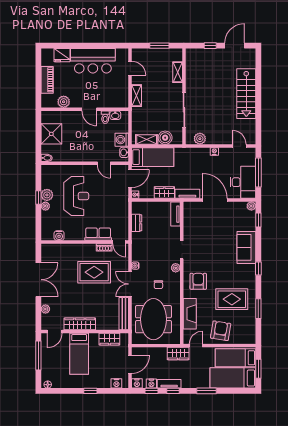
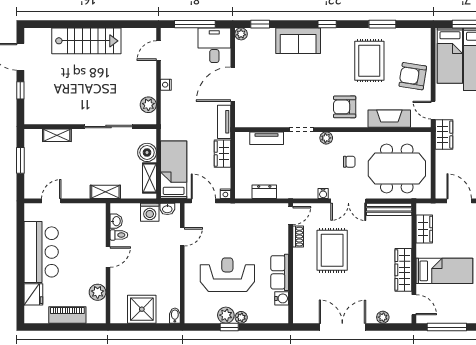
shelving: (137, 96) -> (105, 192), moved
desk: (243, 182) -> (214, 45), width x0.73
tv unit: (176, 214) -> (267, 138), moved
row of seats: (98, 234) -> (280, 272), moved

